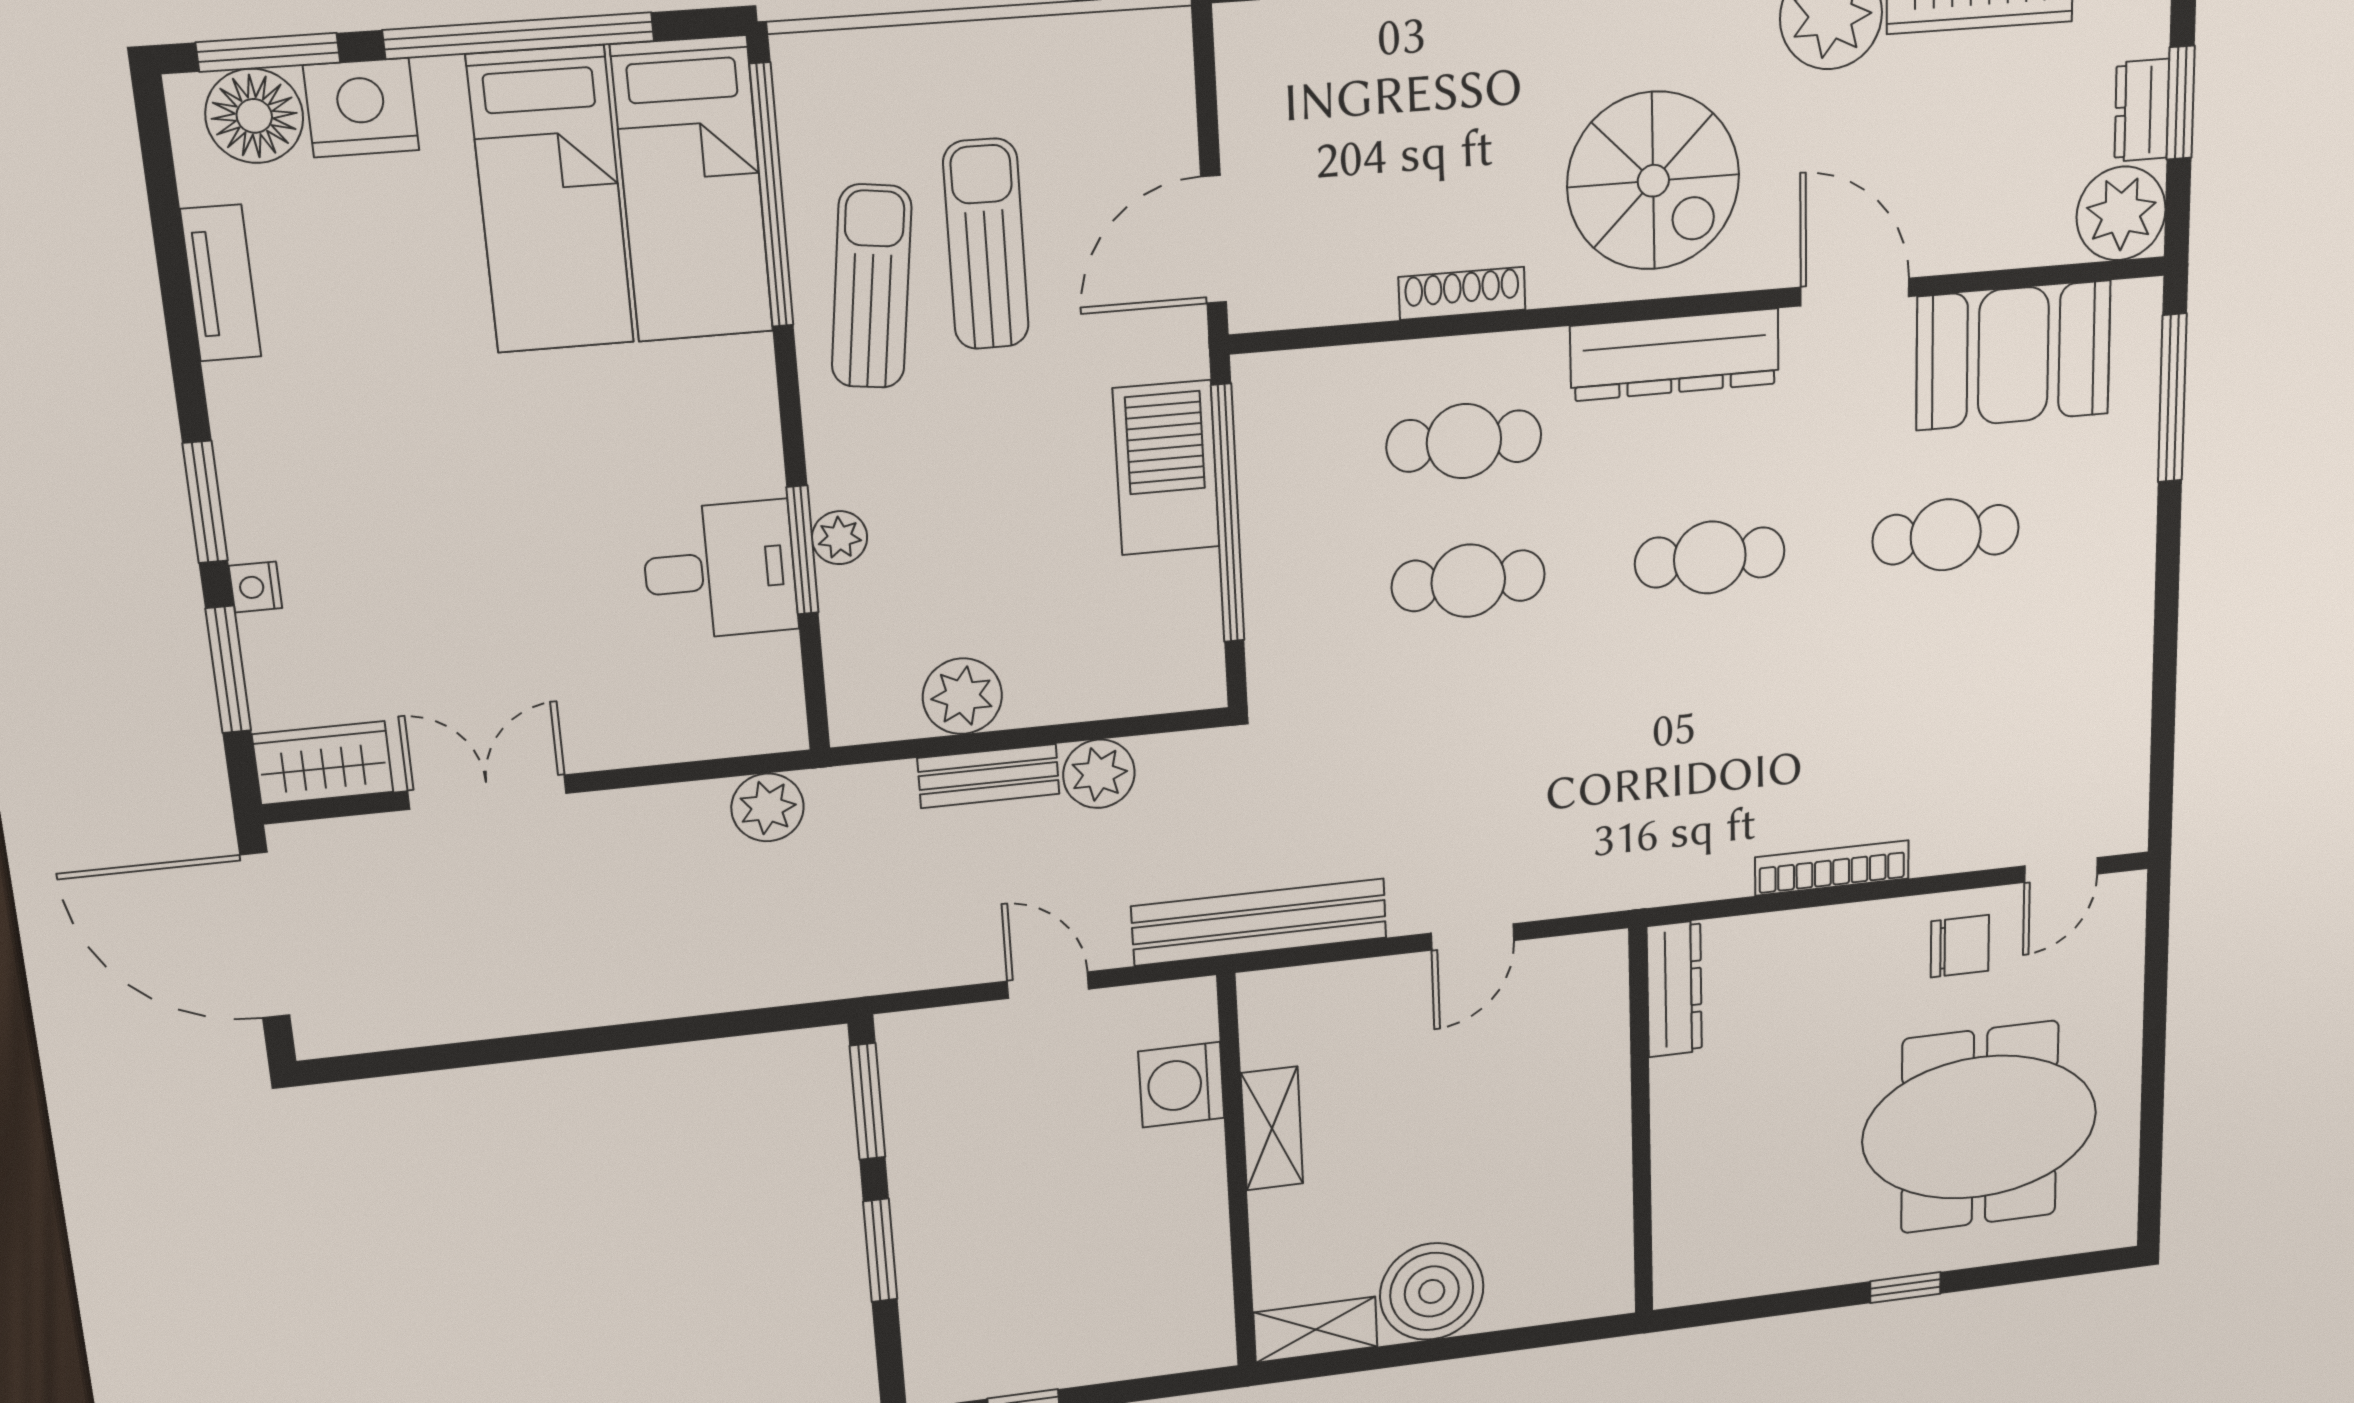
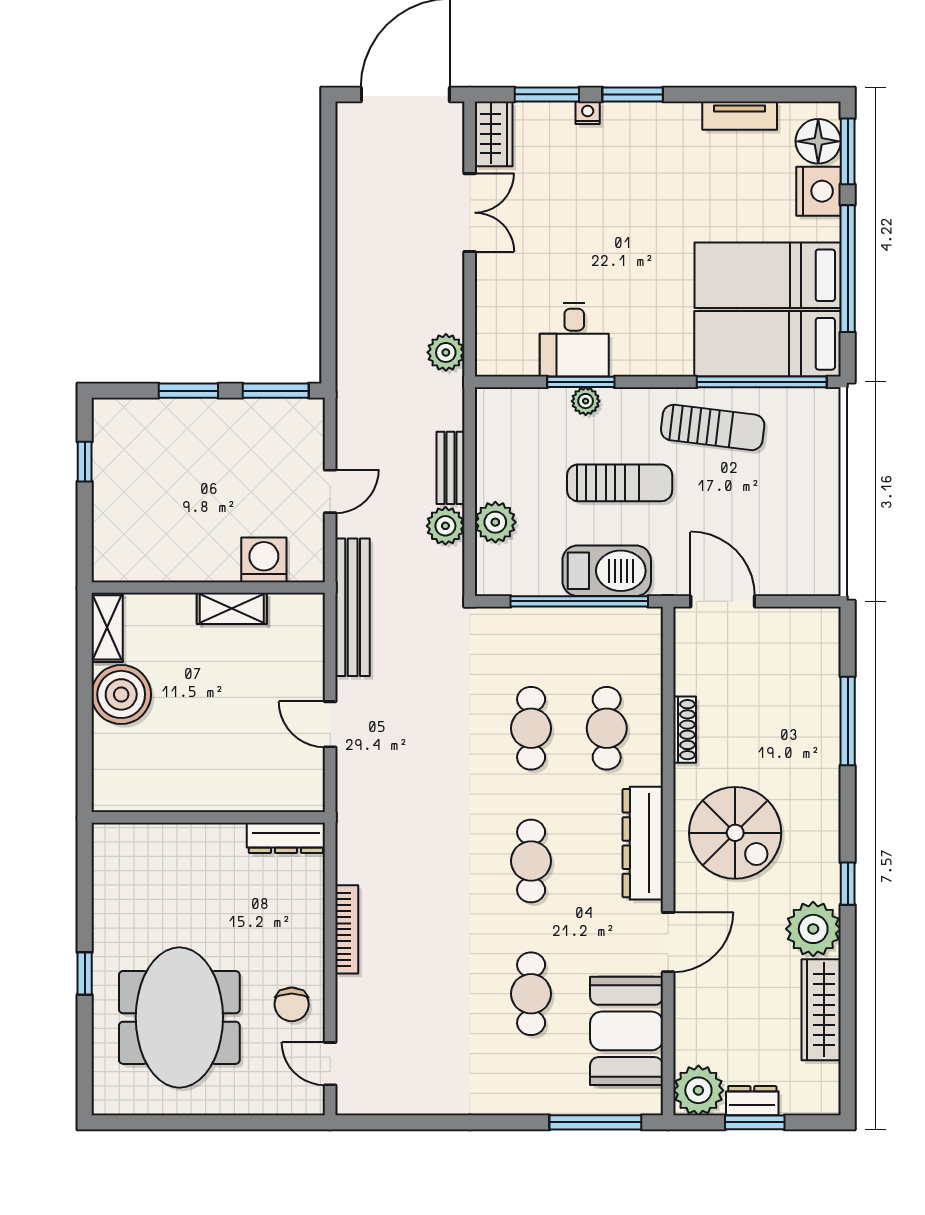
spiral stairs: (1653, 181) -> (735, 833), turned -90
sun lounger: (986, 244) -> (620, 483), moved
plant: (962, 696) -> (495, 522), moved

